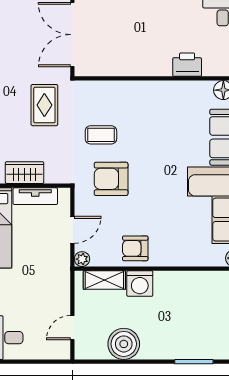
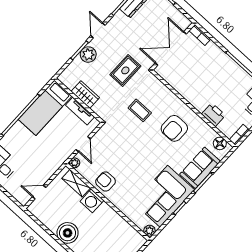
armchair: (111, 179) -> (174, 128), moved, turned -90
door: (72, 230) -> (83, 144), hinge flipped
boiler: (124, 344) -> (68, 233), moved

